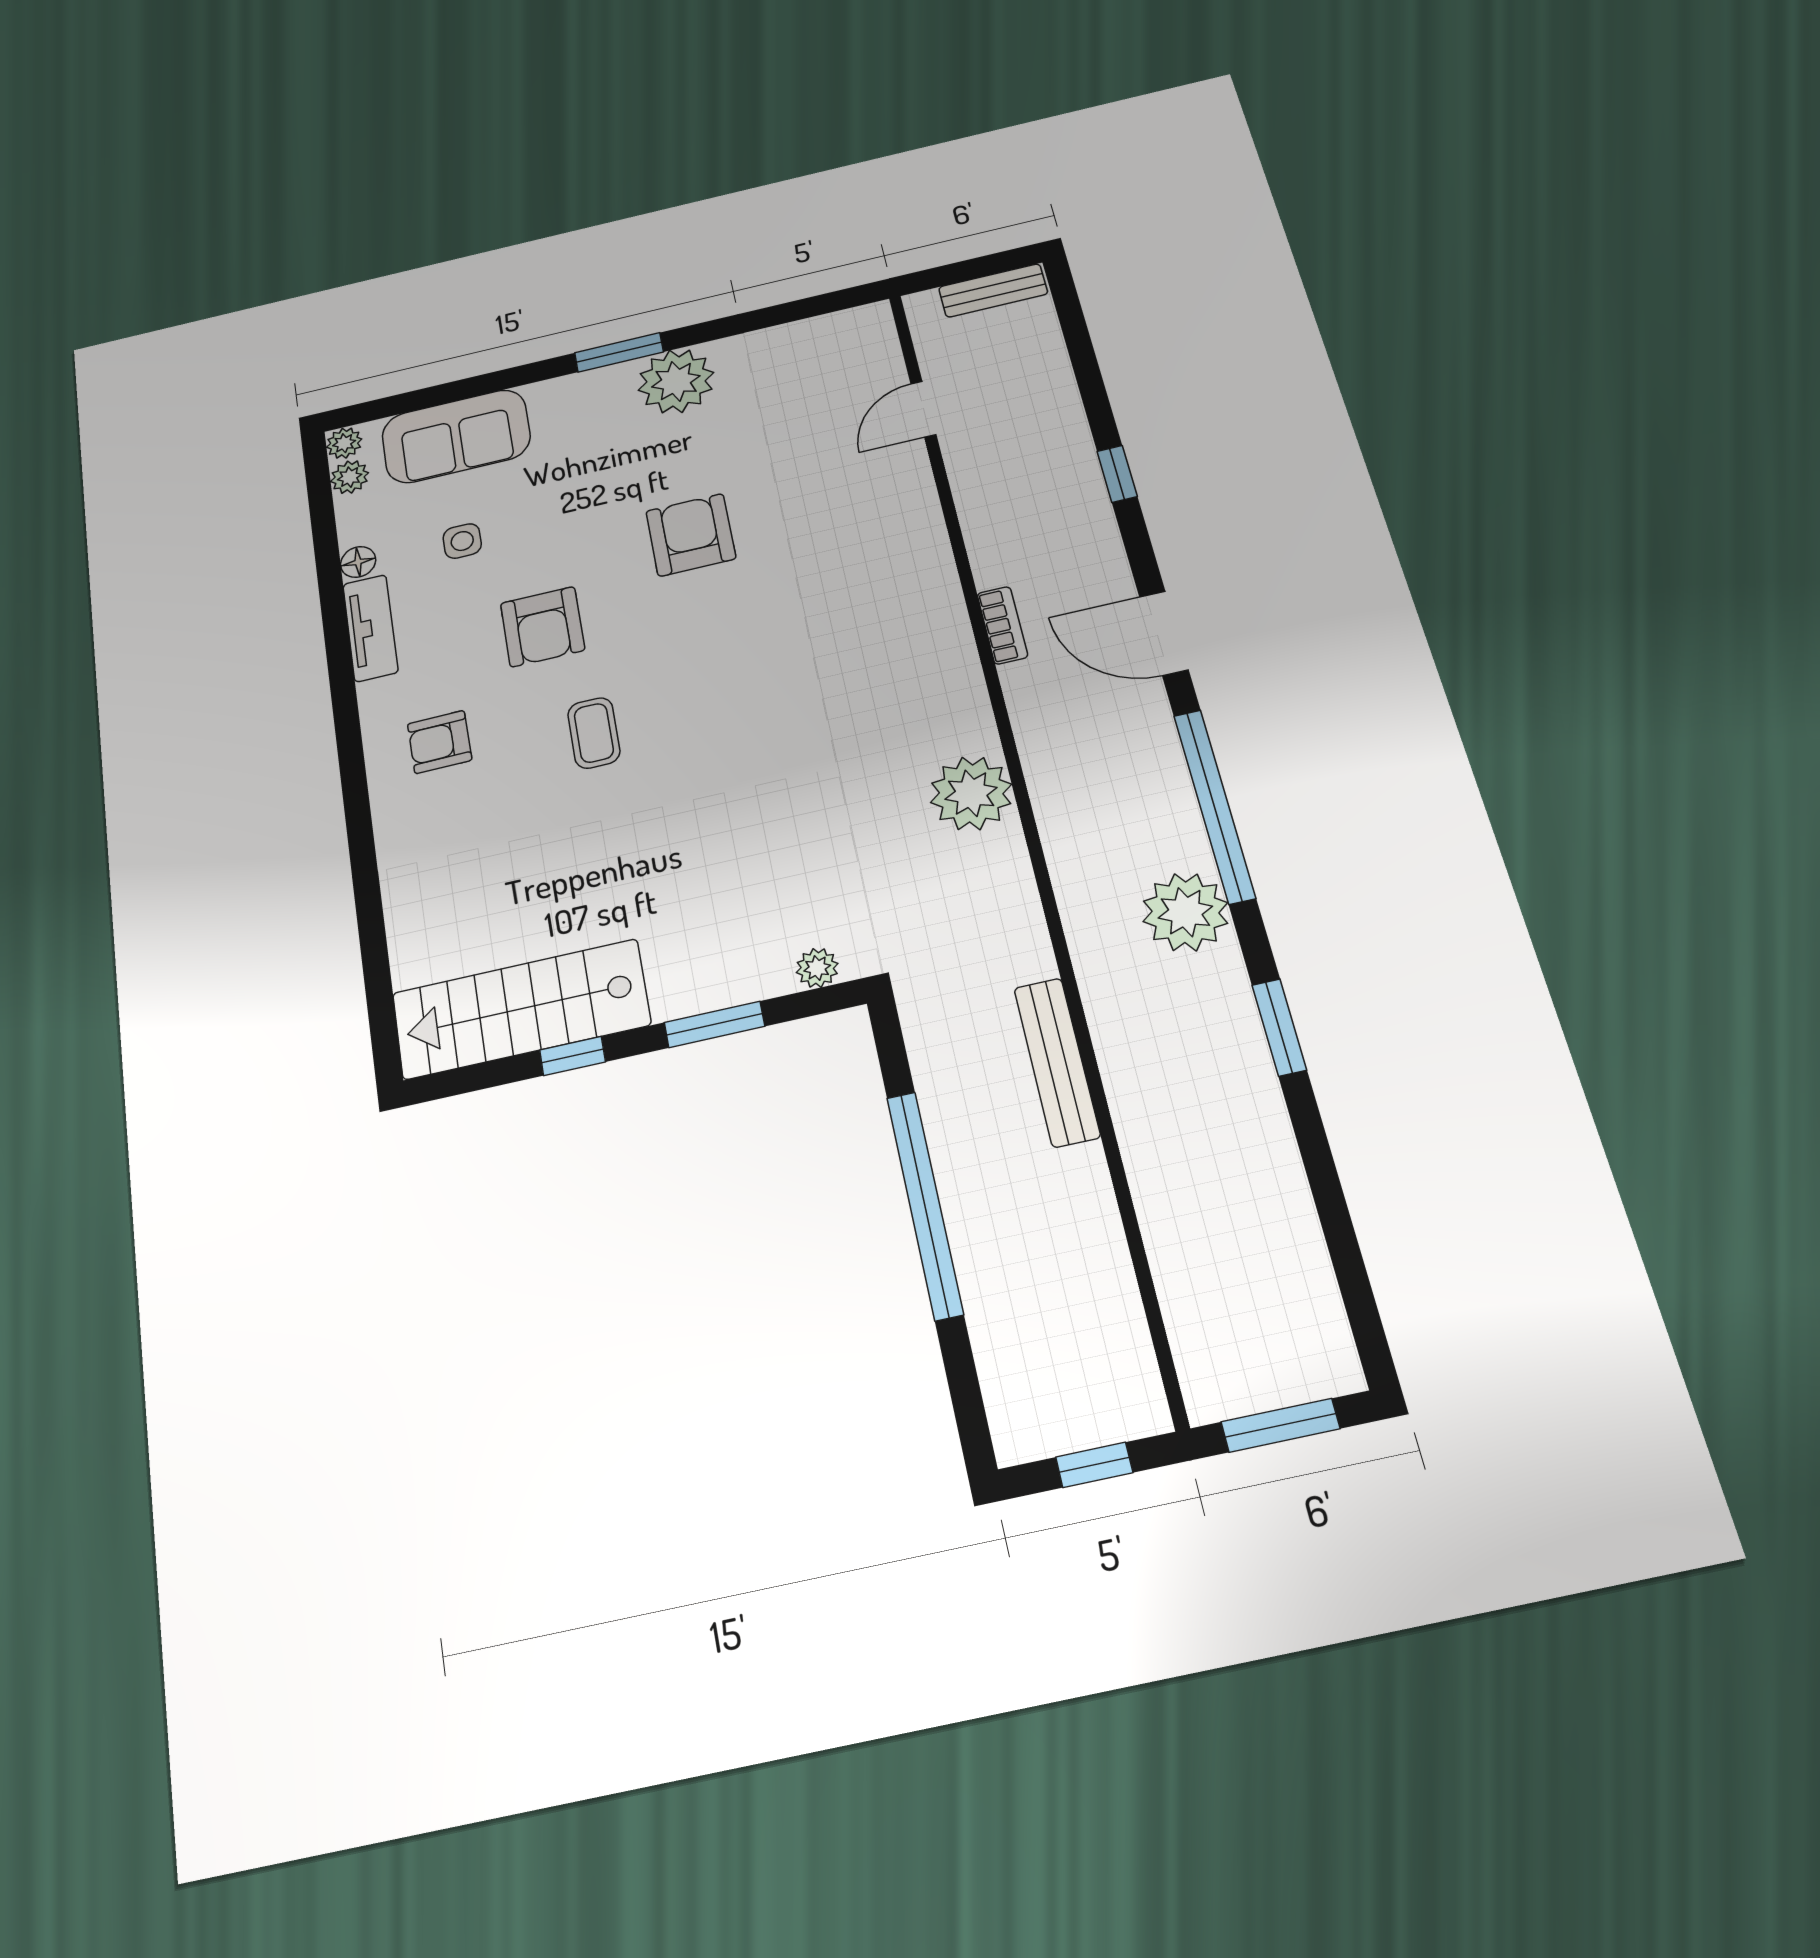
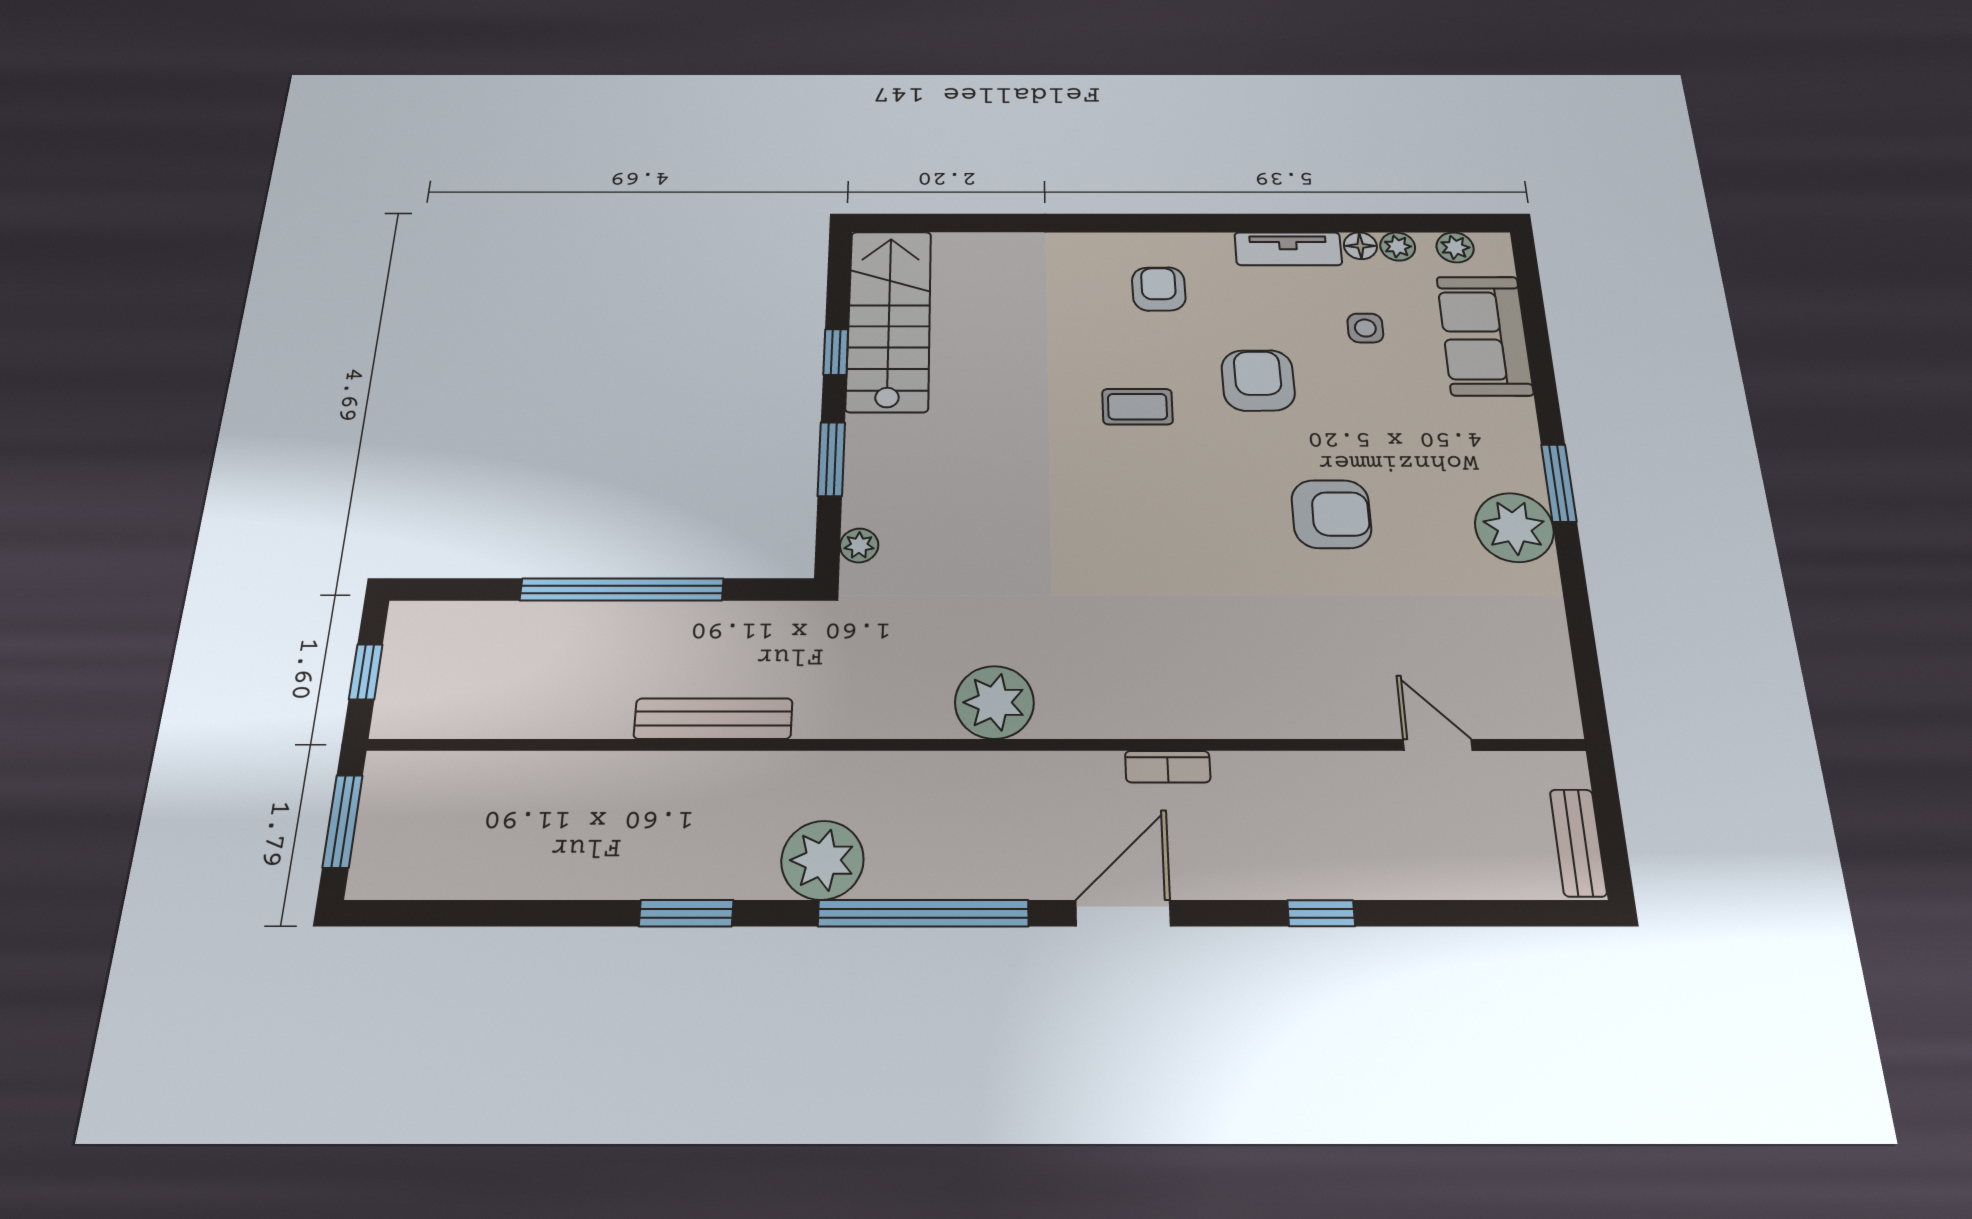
plant: (344, 443) -> (1398, 246), moved
armchair: (542, 627) -> (1258, 380), turned 89

